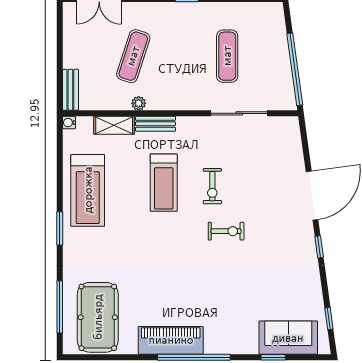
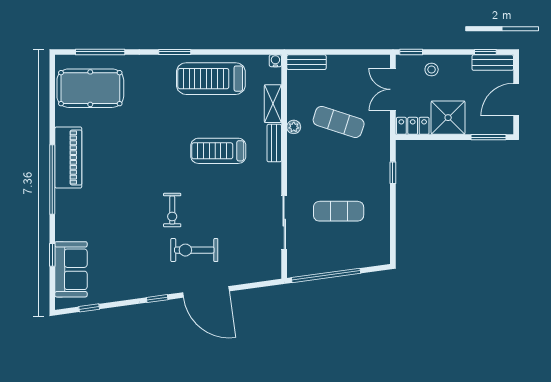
exercise bike: (212, 186) -> (194, 250), moved, width x1.38, depth x1.39

